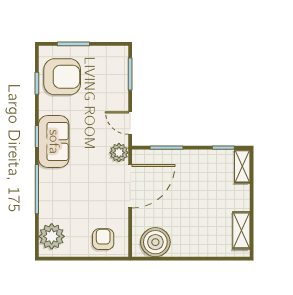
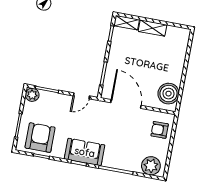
plant: (119, 153) -> (32, 95), moved
shelving: (241, 230) -> (153, 28), moved

